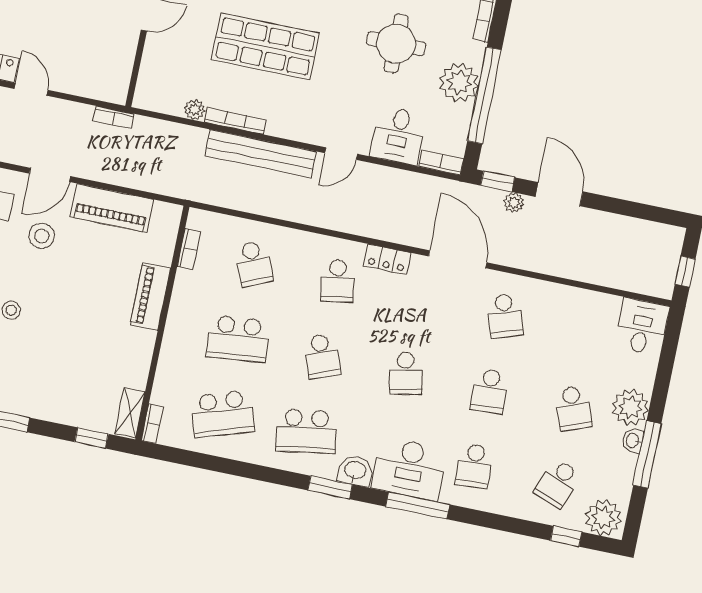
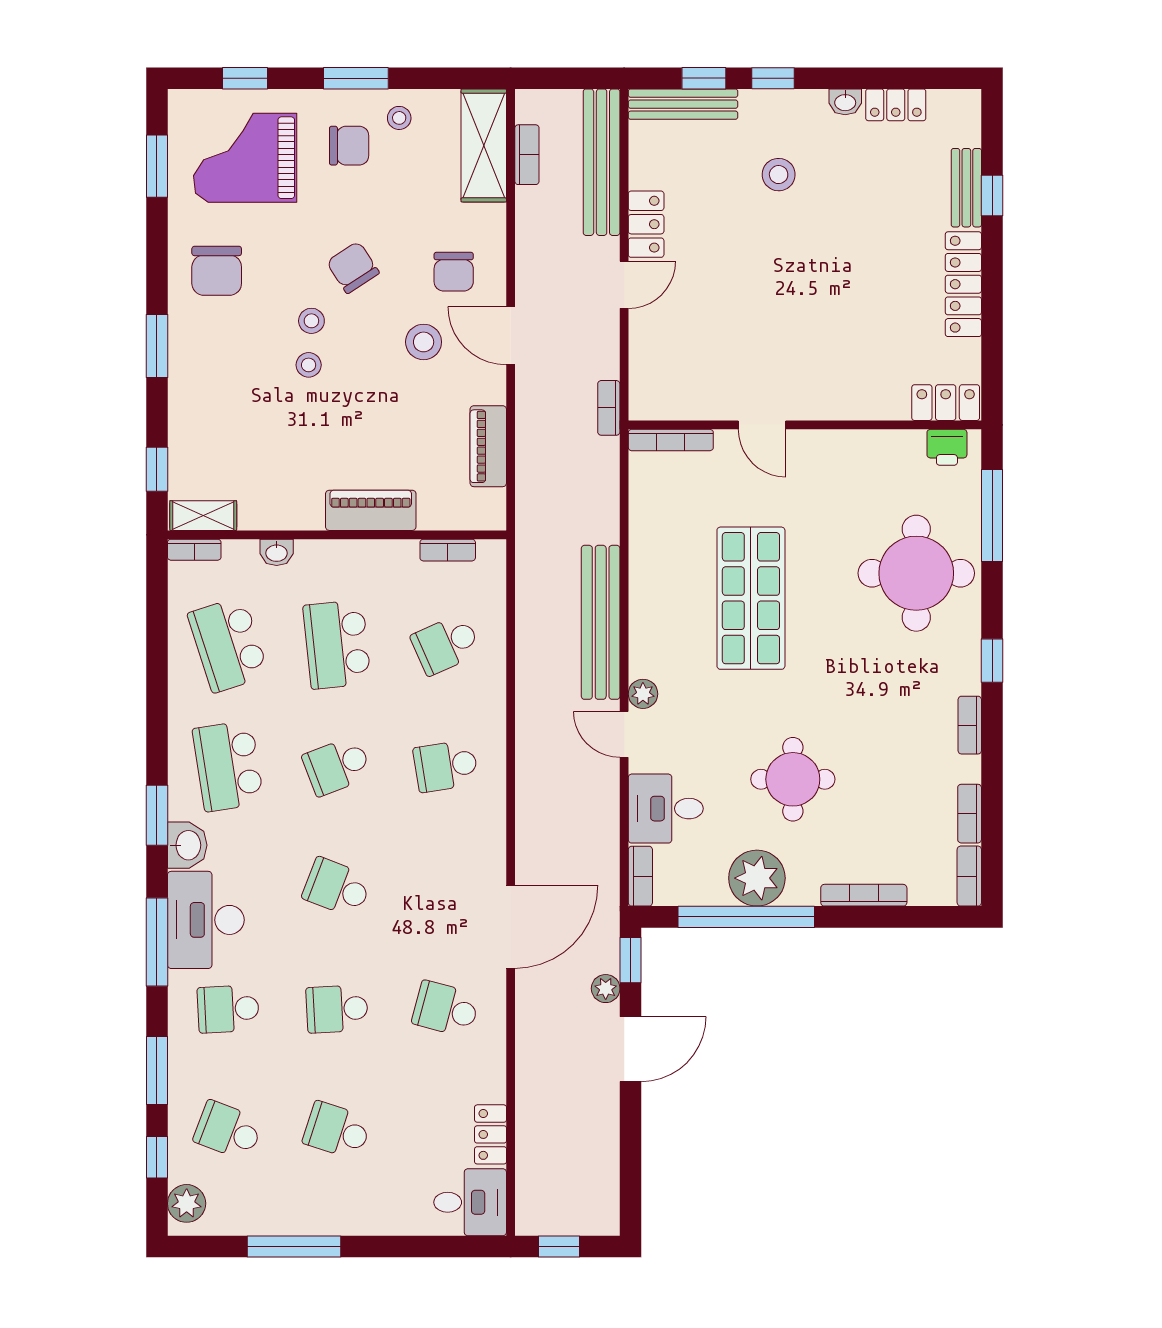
plant: (194, 110) -> (643, 694), moved
bookcase: (235, 121) -> (671, 440), moved, turned 90
piano: (112, 208) -> (488, 446), width x0.73, depth x0.75
locker: (387, 259) -> (491, 1134), moved
school desk: (505, 316) -> (446, 1009), turned 33
stool: (41, 318) -> (309, 365), added
school desk: (406, 373) -> (337, 887), turned 33
plant: (630, 407) -> (355, 1210), removed
school desk: (573, 408) -> (337, 1130), turned 39
washbasin: (633, 441) -> (277, 552), moved, turned 180
plant: (603, 518) -> (187, 1203), width x0.73, depth x0.73
window: (506, 524) -> (157, 1071), added

